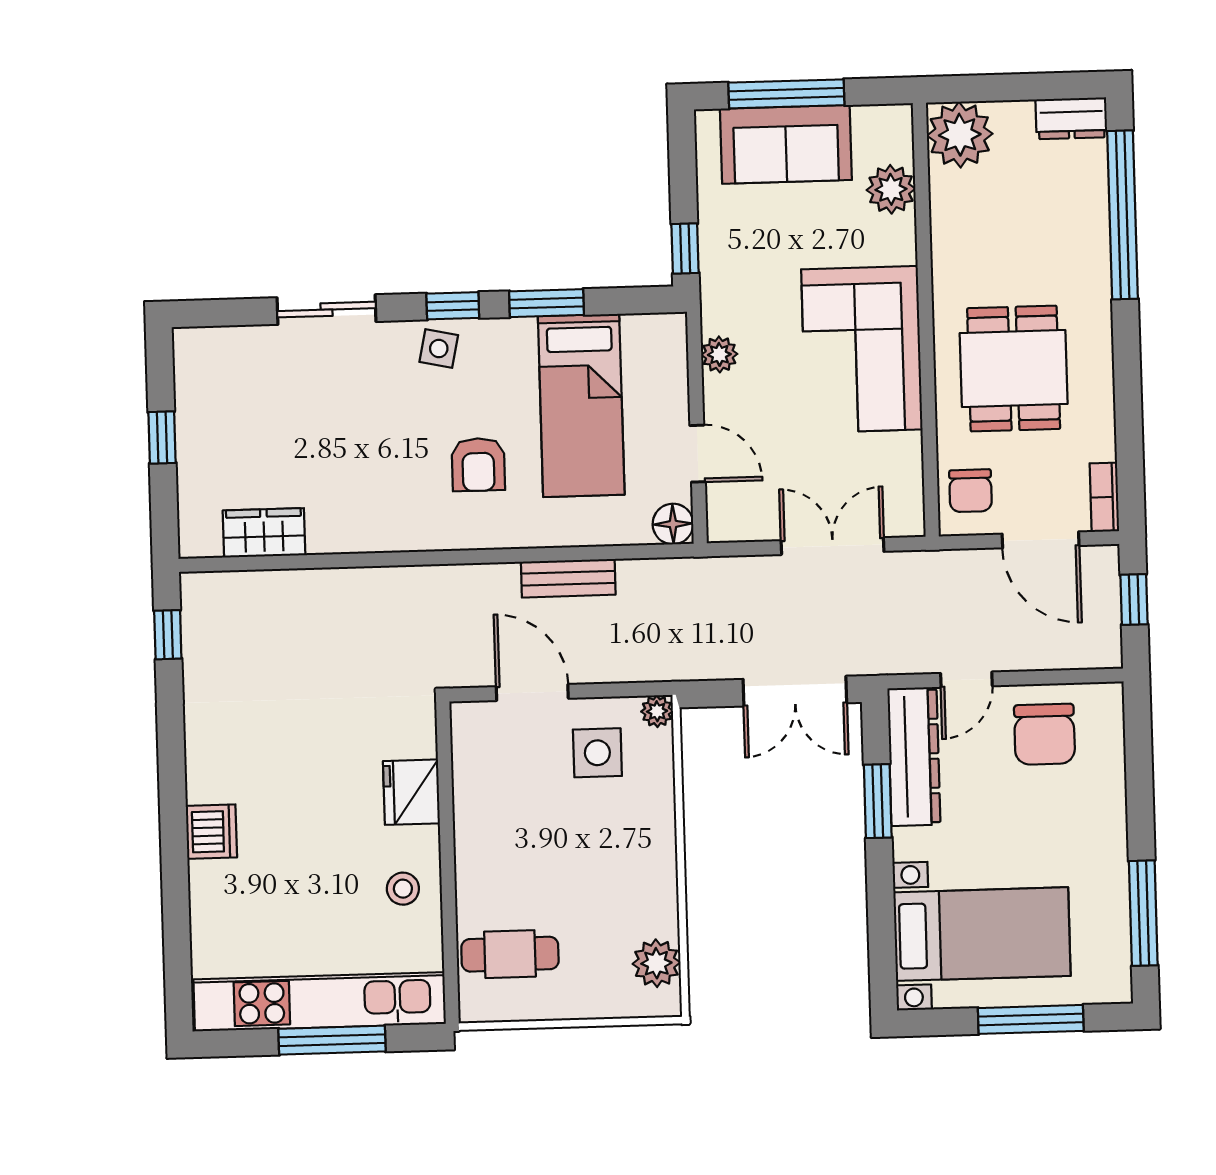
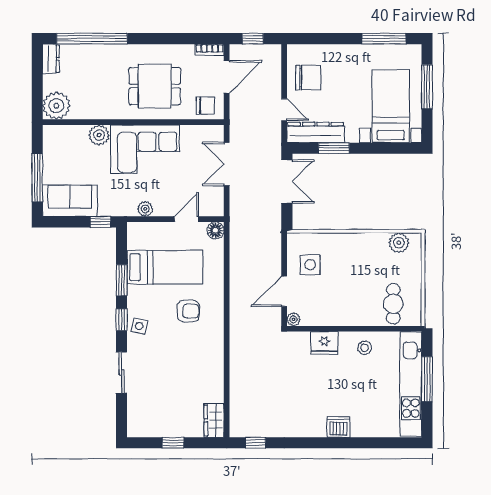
sofa: (786, 144) -> (70, 201), moved, turned -90
plant: (891, 189) -> (99, 135), moved
wardrobe: (264, 533) -> (214, 420), moved
bench: (568, 578) -> (237, 275), removed
plant: (657, 711) -> (294, 319), moved

